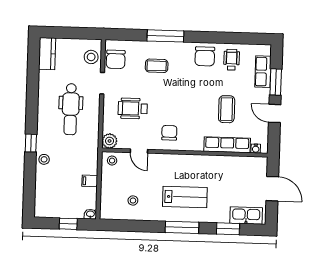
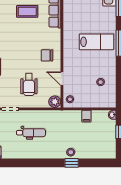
dental chair: (71, 109) -> (31, 133), width x0.73, depth x0.72
window: (31, 143) -> (72, 163), moved
door: (139, 151) -> (62, 79), swing flipped
lab bench: (185, 197) -> (97, 42), turned 90

